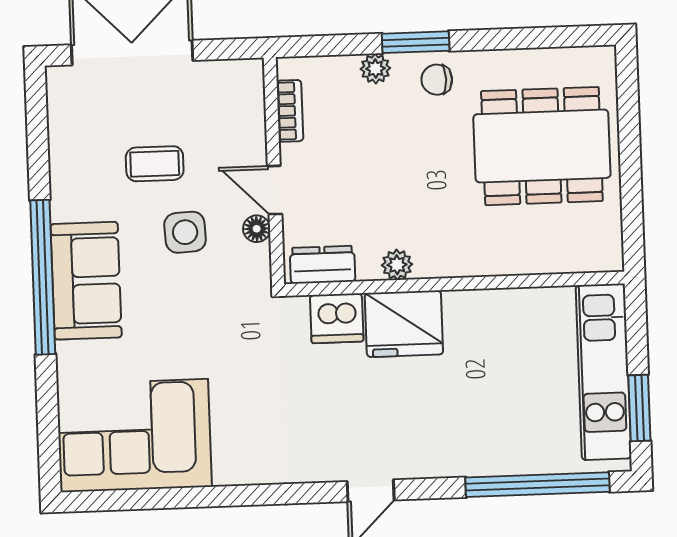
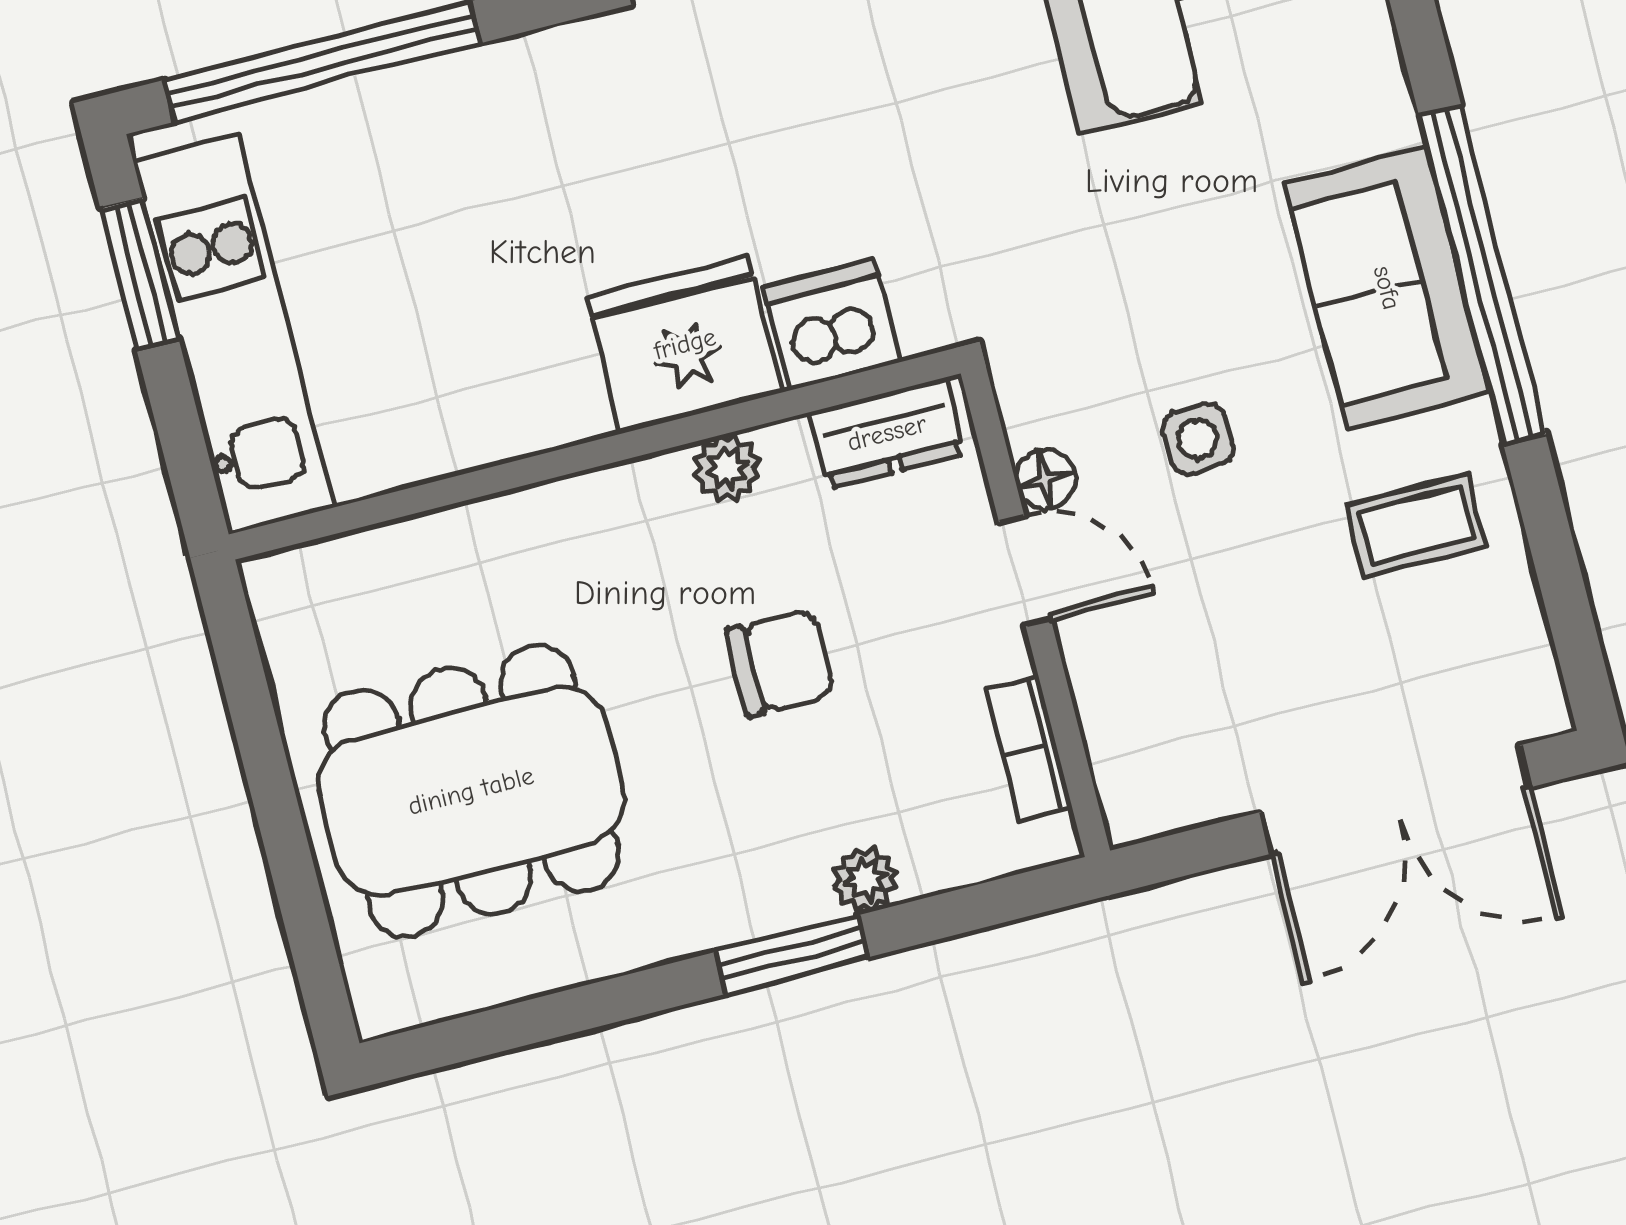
chair: (437, 80) -> (780, 663), moved, width x1.37, depth x1.37
coffee table: (155, 164) -> (1416, 526), moved
side table: (185, 232) -> (1198, 439), width x0.73, depth x0.73

